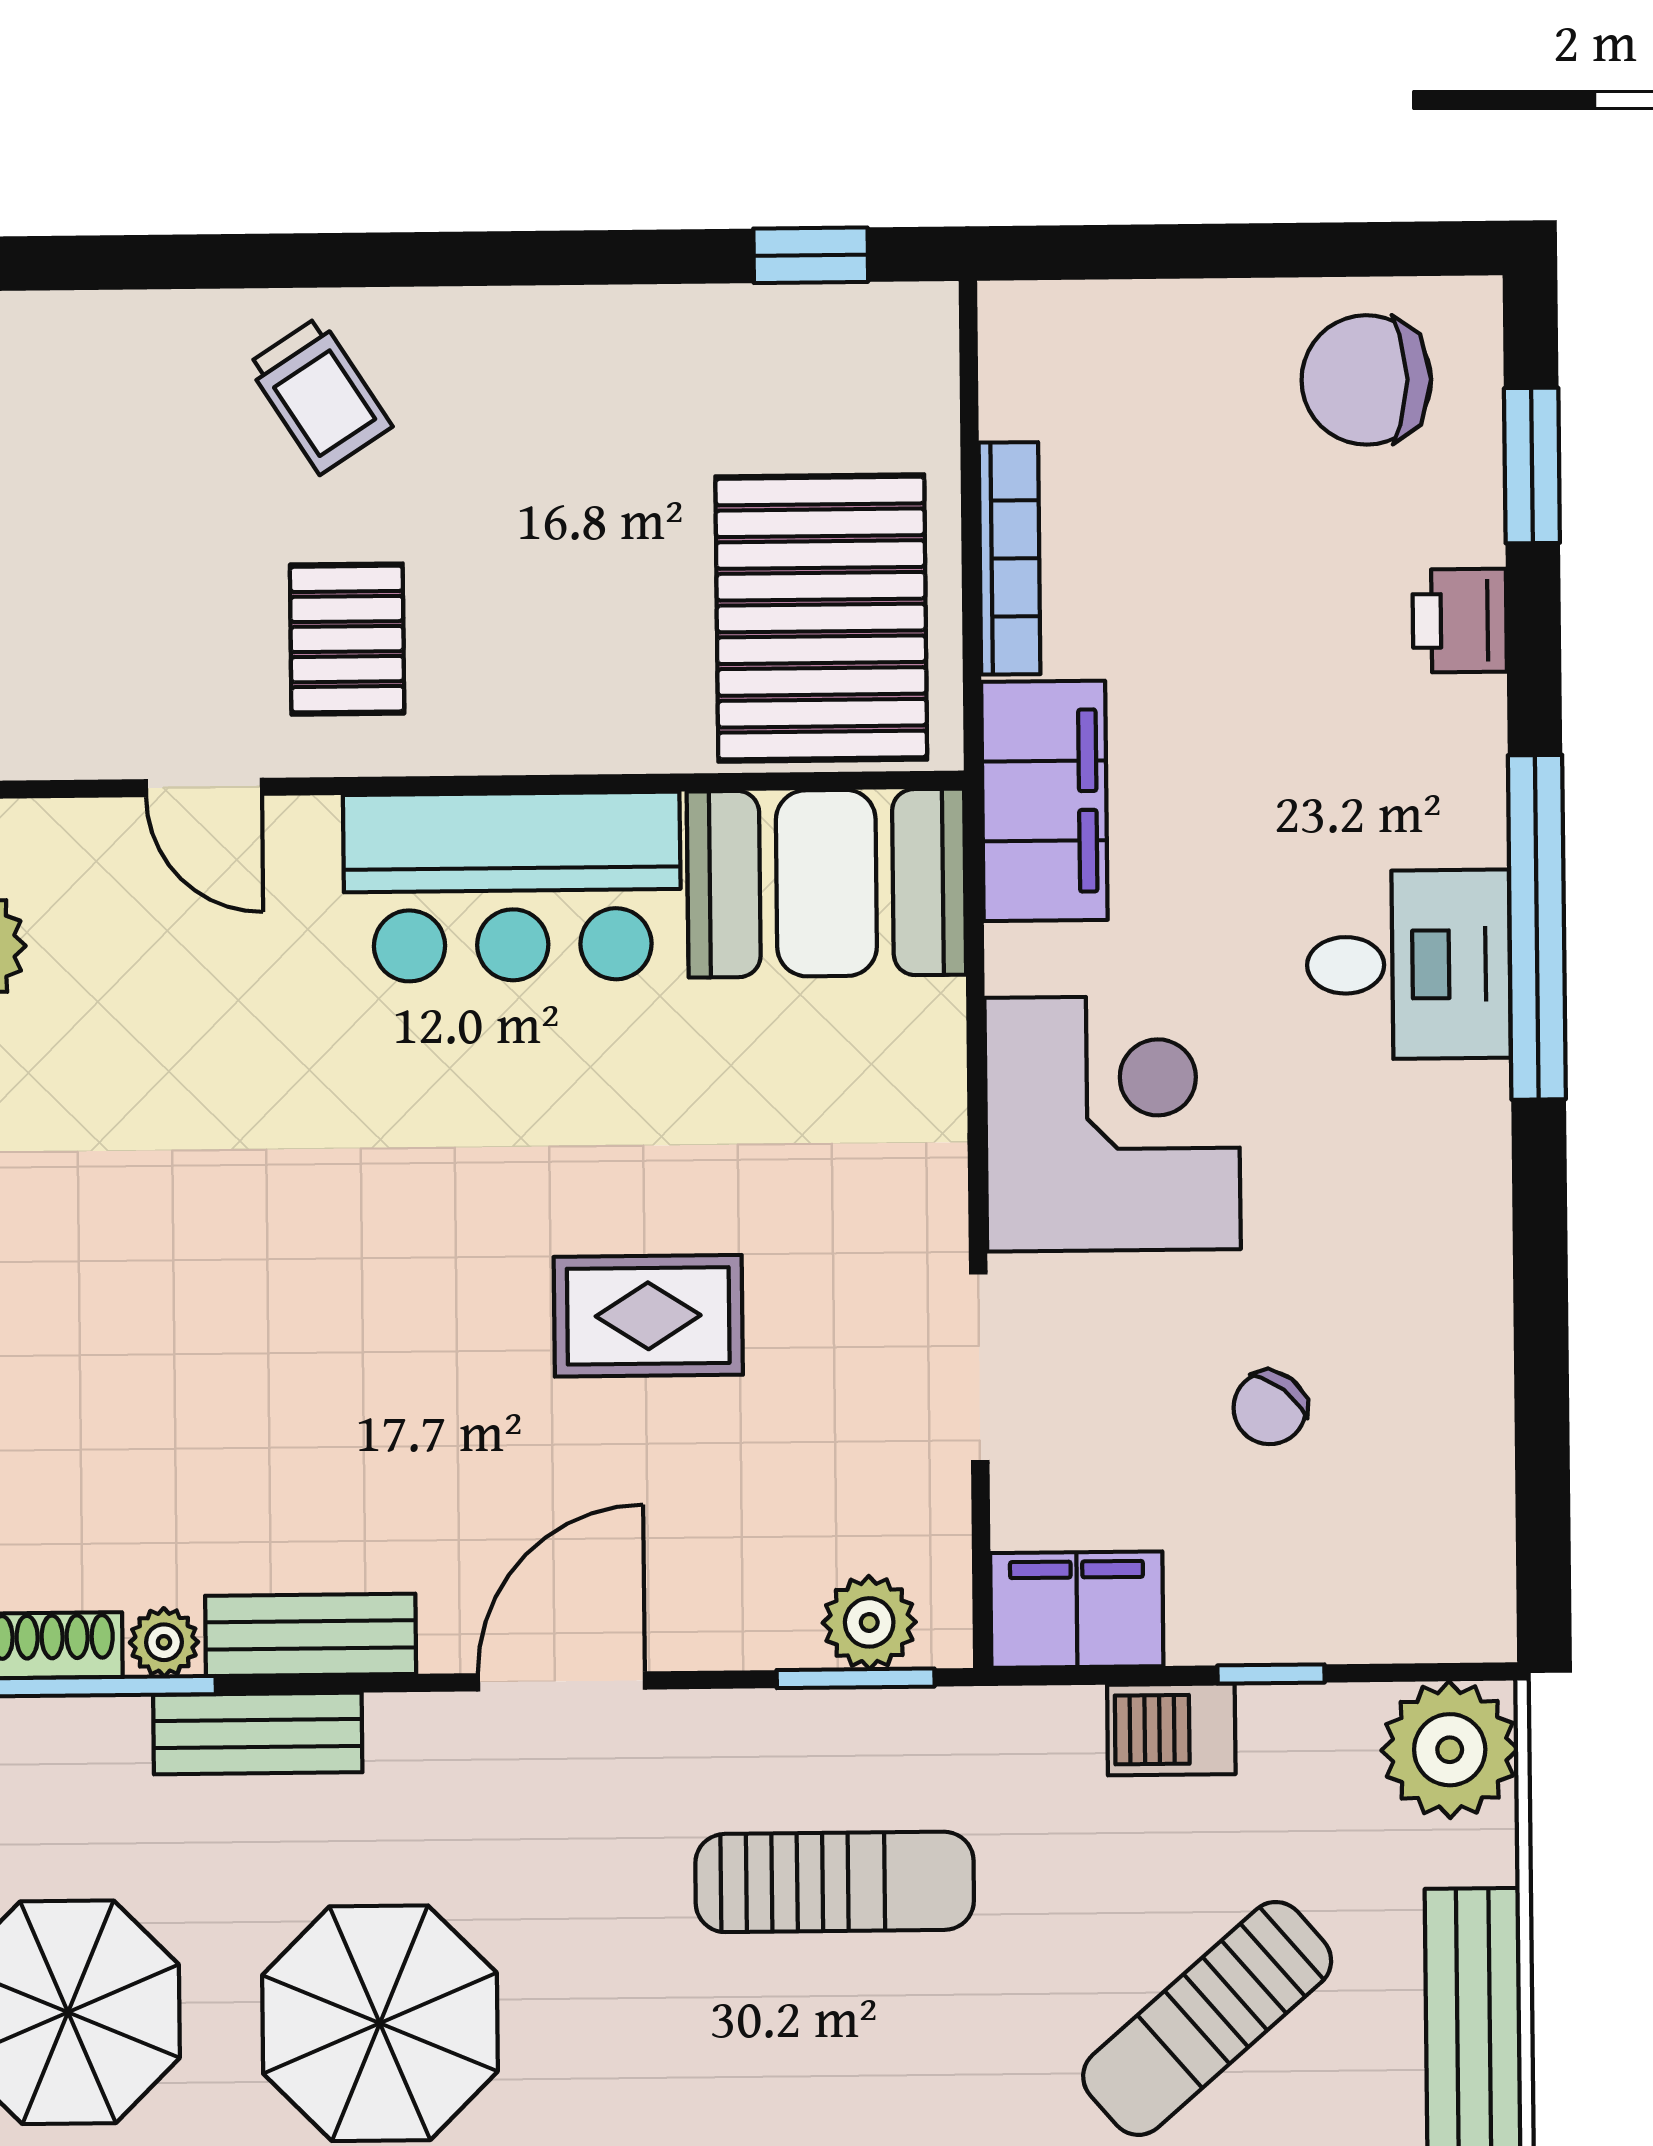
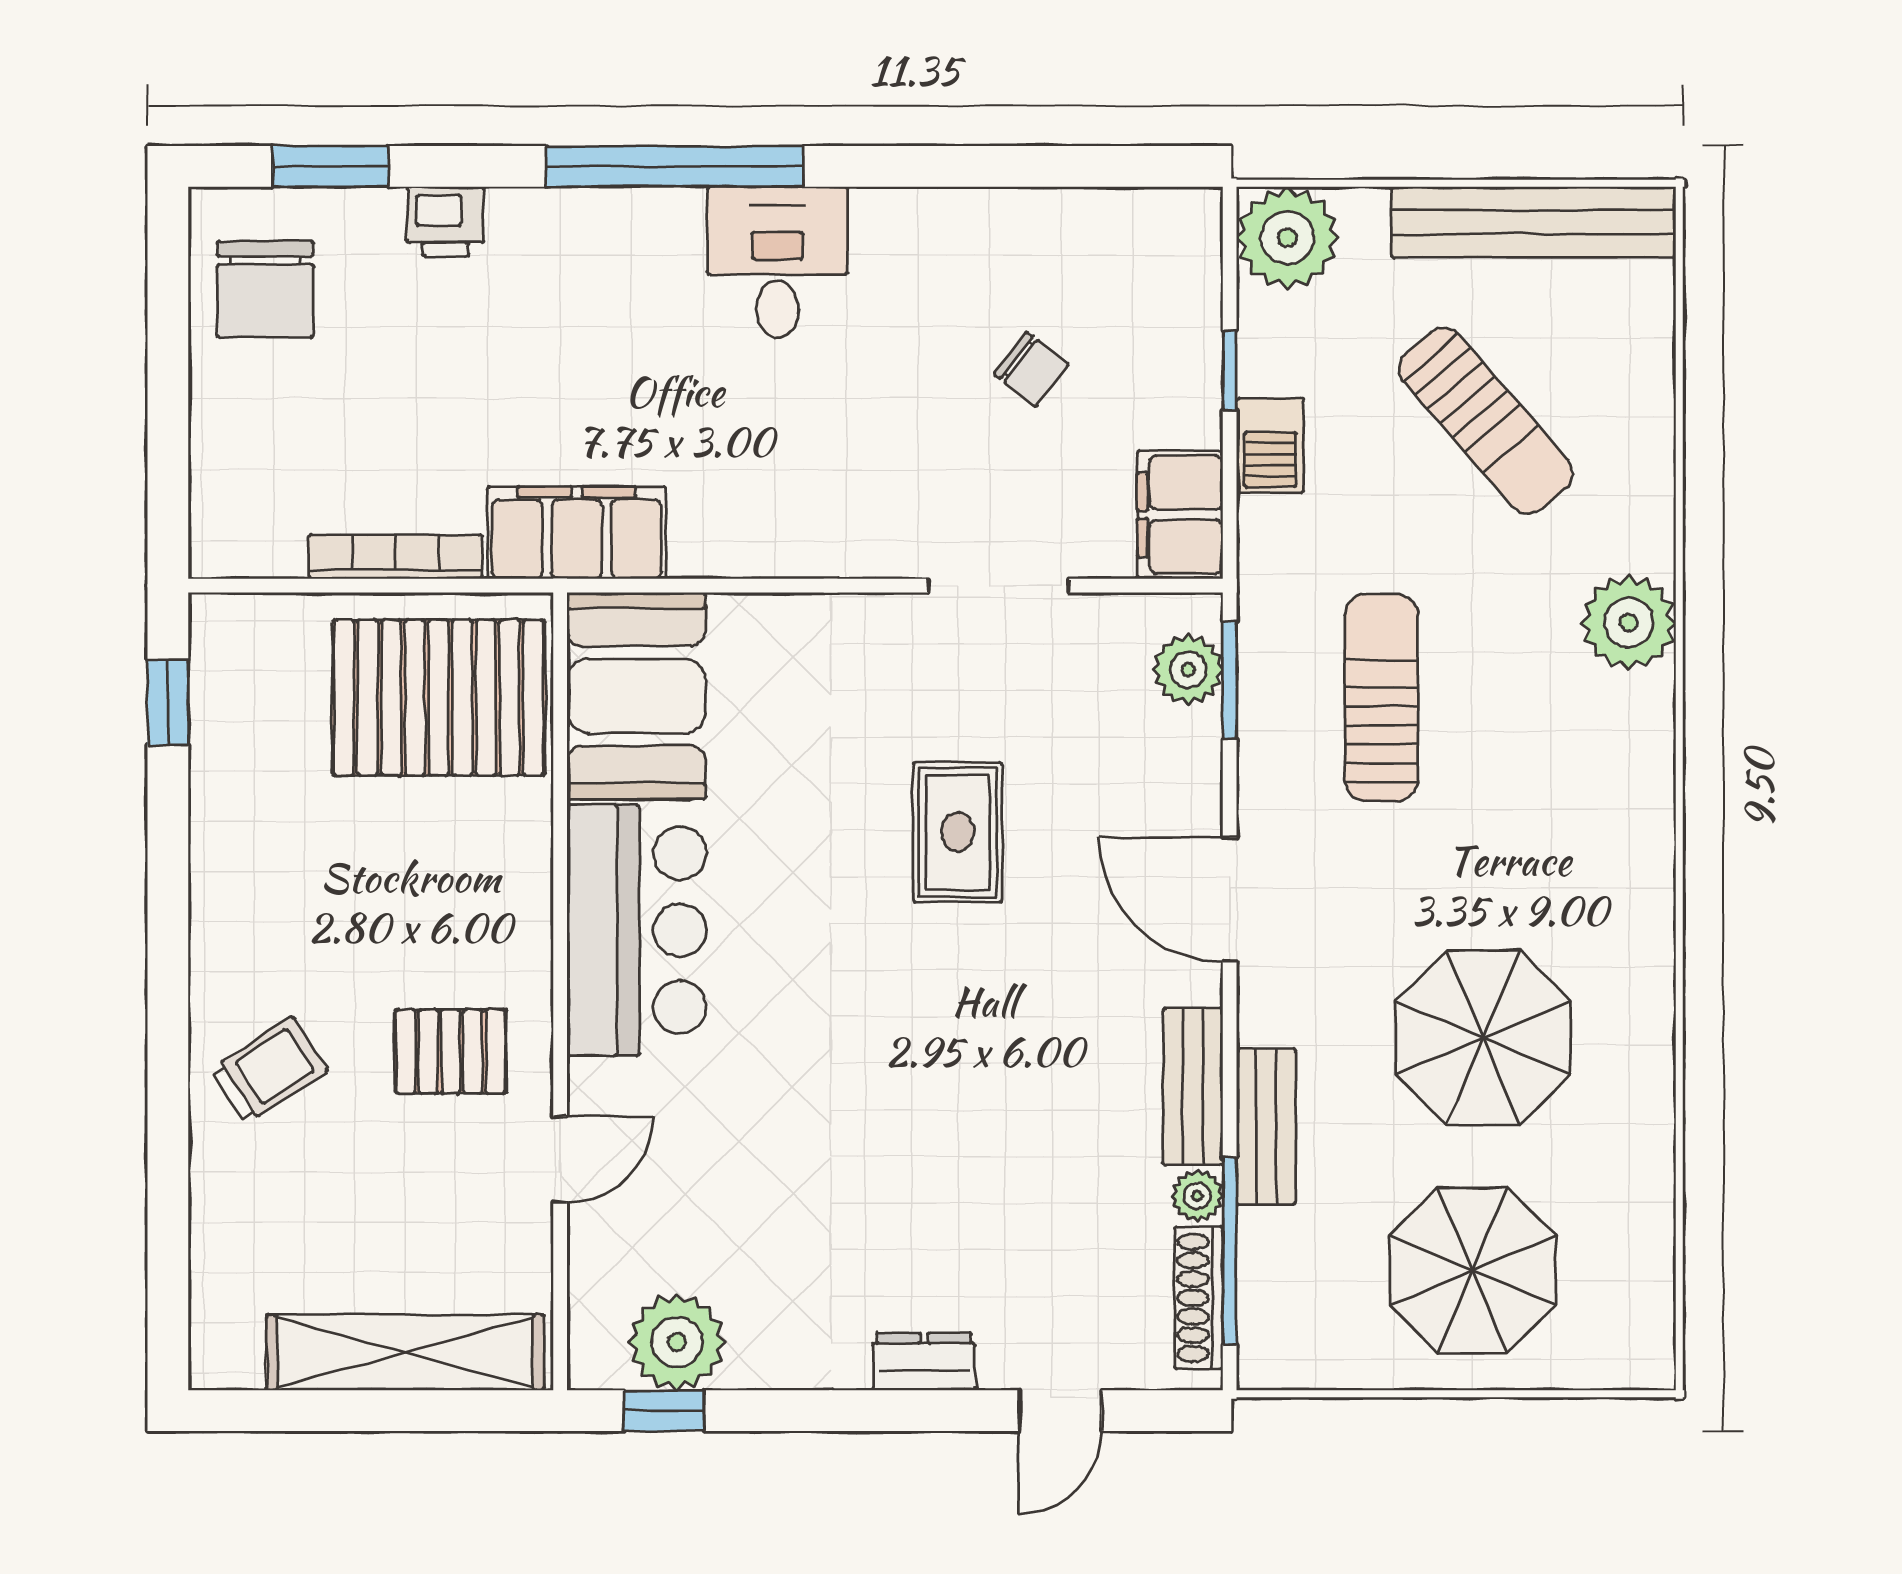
desk: (1409, 965) -> (777, 262), moved
corner desk: (1113, 1124) -> (818, 484), removed

